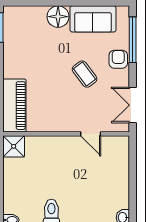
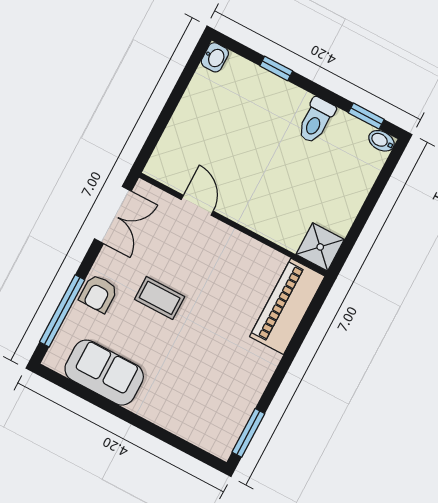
floor lamp: (58, 17) -> (154, 403), removed
coffee table: (85, 74) -> (160, 298), turned -53

